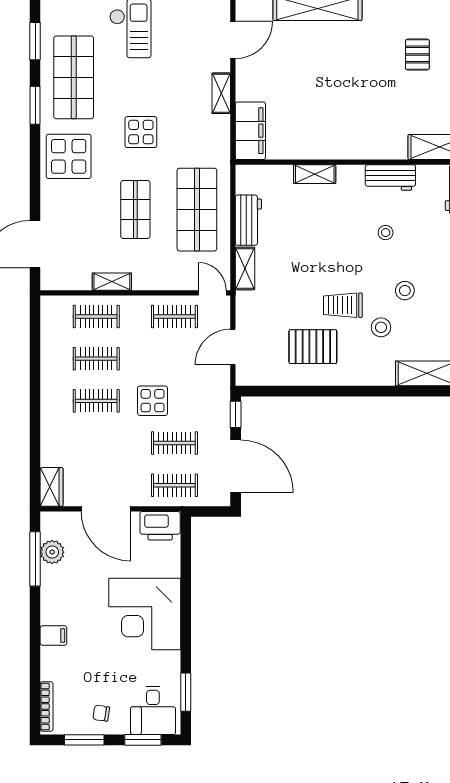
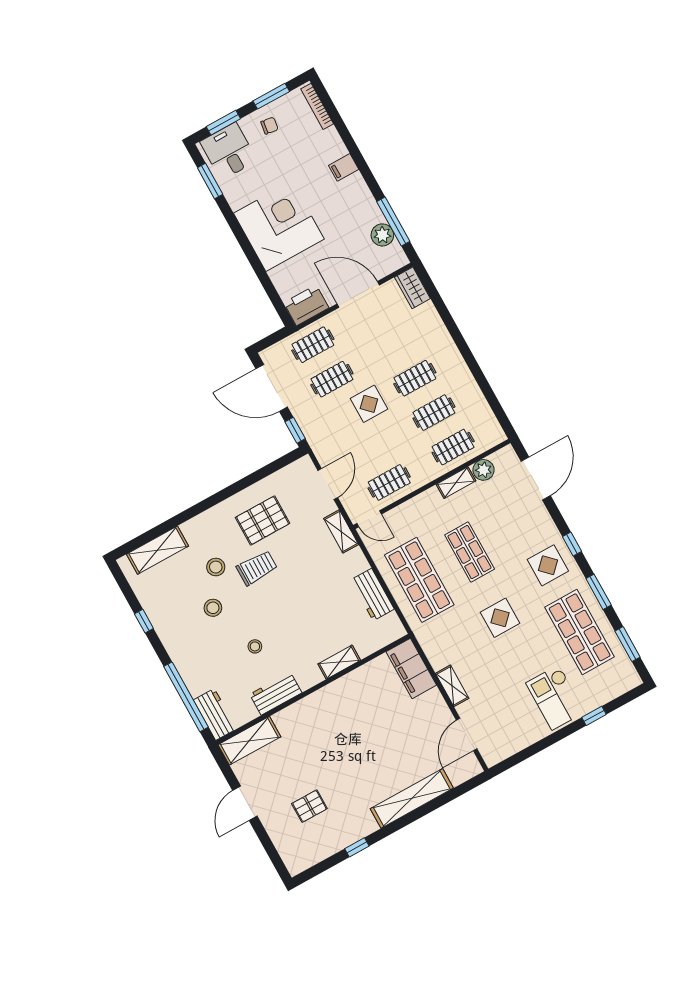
pallet: (417, 55) -> (309, 806), turned 90
display table: (69, 156) -> (548, 565), width x0.73, depth x0.73
window: (35, 164) -> (572, 544), added
shelving: (245, 268) -> (341, 531), moved
plant: (80, 279) -> (484, 470), added

